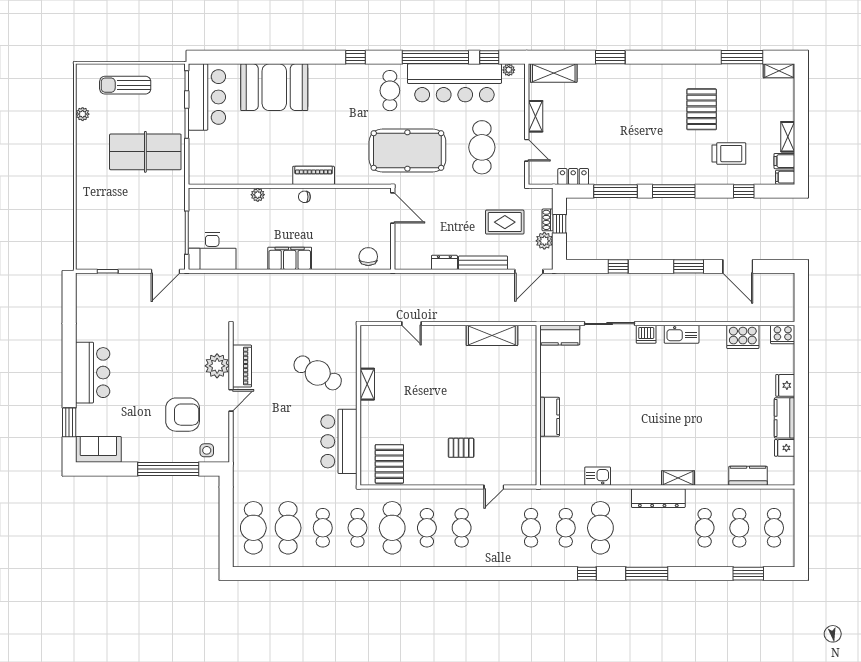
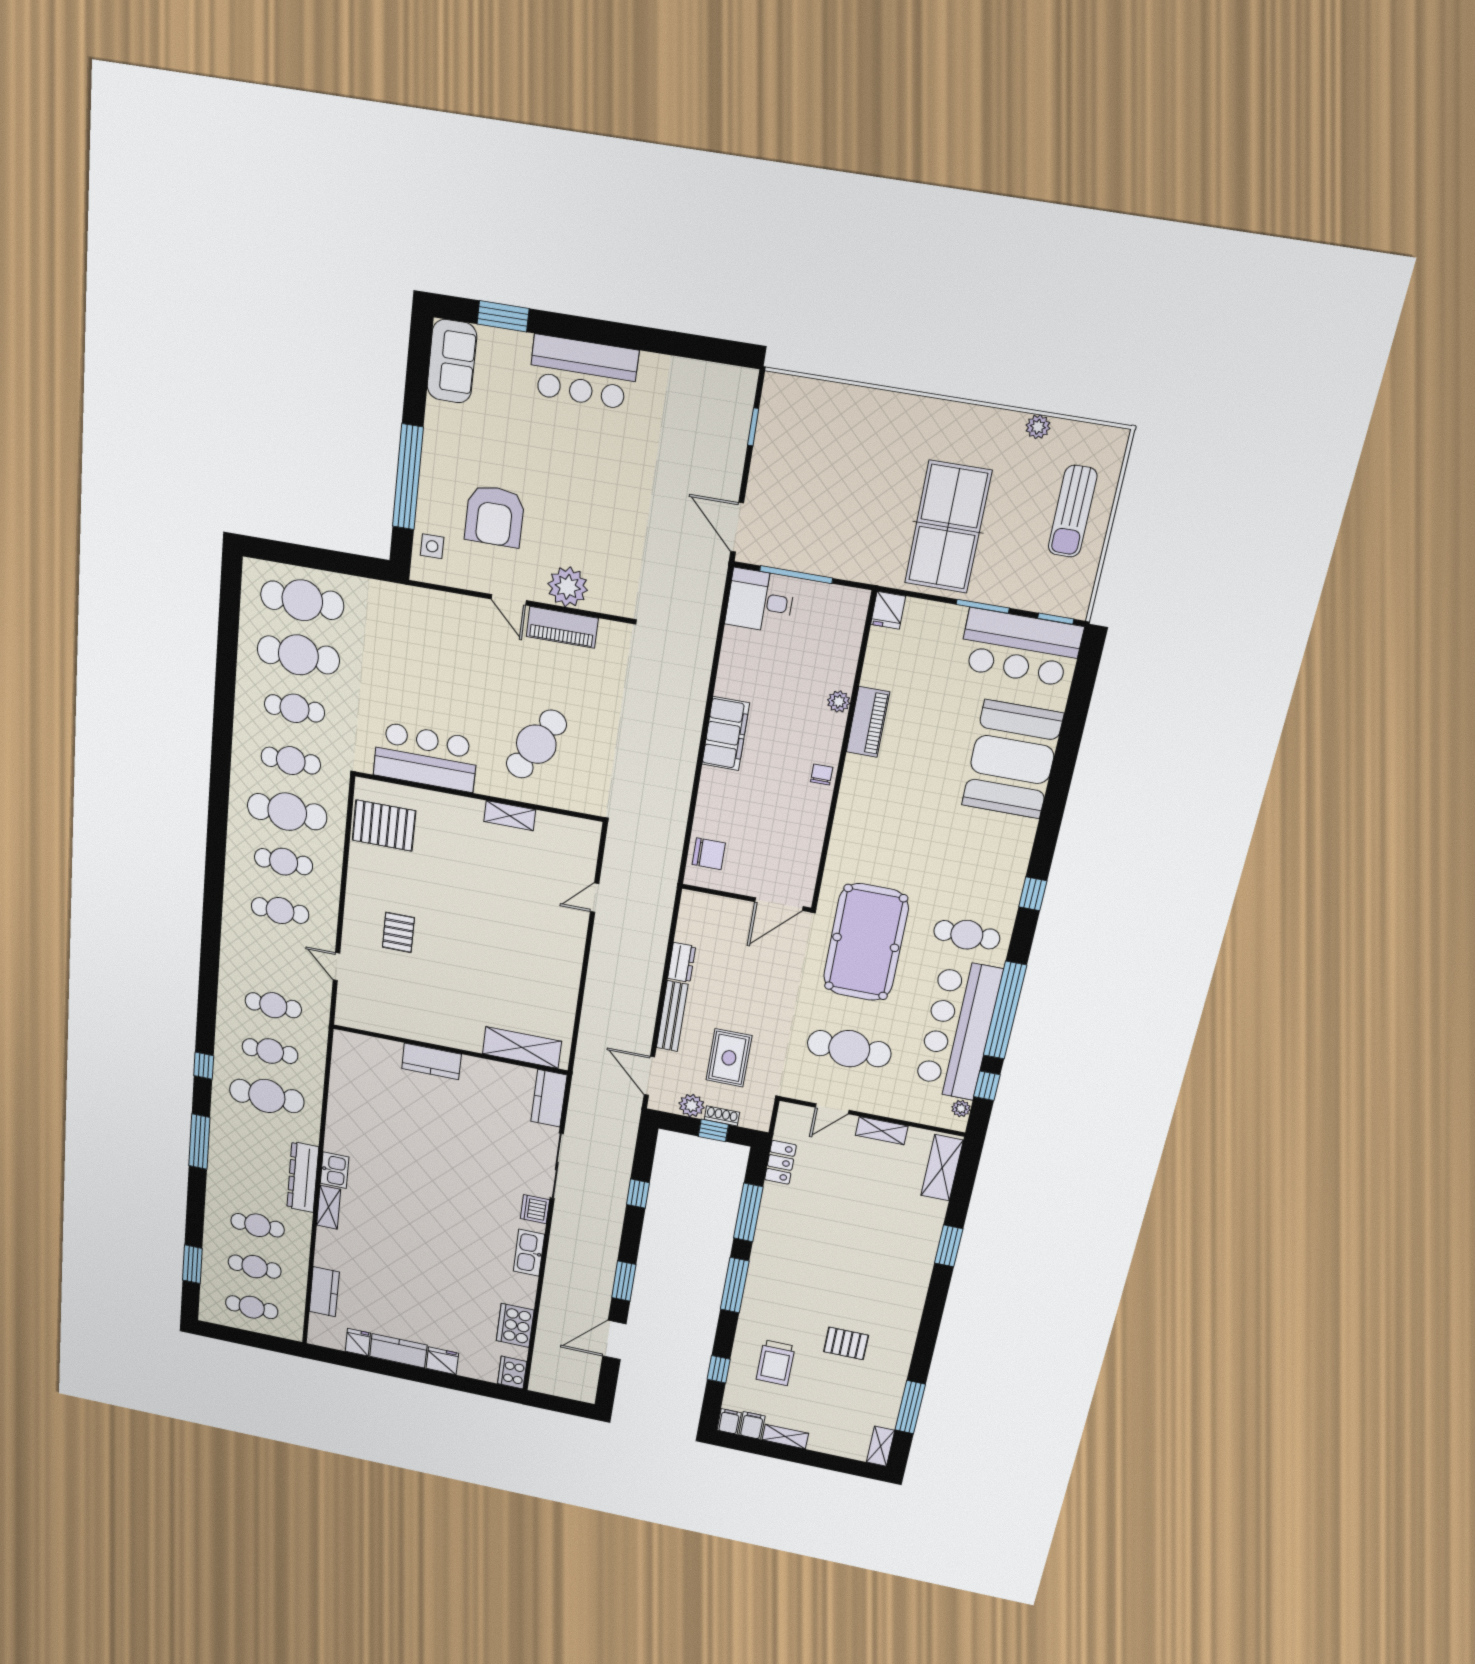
sun lounger: (125, 85) -> (1073, 511), turned 180
pallet: (702, 109) -> (846, 1343), width x0.67, depth x0.71
piano: (314, 175) -> (868, 722), moved
fridge: (198, 176) -> (888, 610), added
desk: (212, 251) -> (760, 601), width x0.73
shelving: (492, 335) -> (522, 1047), moved, turned 90
kitchen sink: (598, 476) -> (335, 1170), moved

